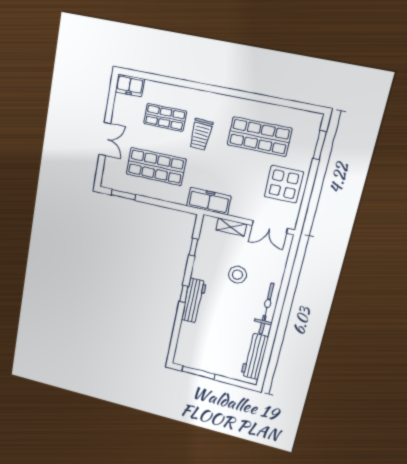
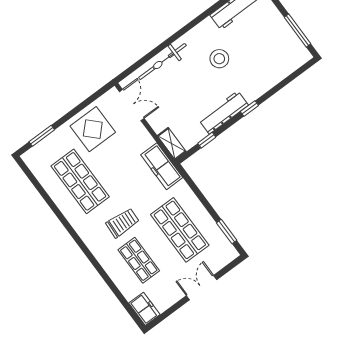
shelving: (231, 227) -> (172, 144), moved
stool: (237, 275) -> (219, 59), moved
workbench: (194, 301) -> (224, 112), moved
bicycle: (266, 309) -> (162, 62), moved

